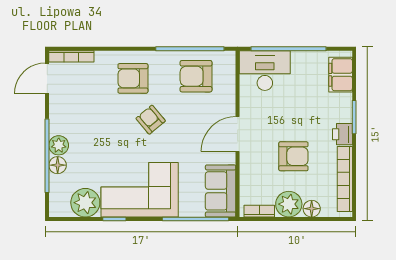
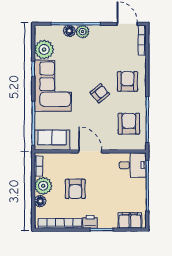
desk: (265, 71) -> (133, 165), width x0.73

